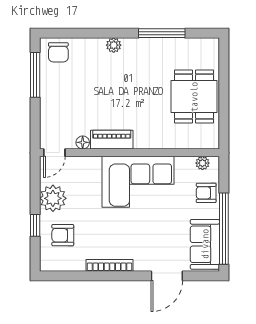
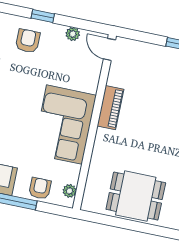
floor lamp: (83, 142) -> (114, 79), removed
plant: (53, 198) -> (73, 34), width x0.53, depth x0.53

